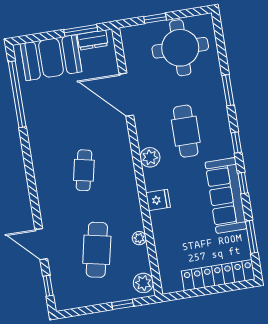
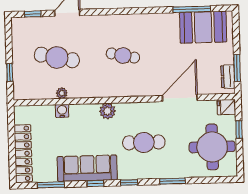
booth: (51, 58) -> (203, 27), moved, turned 90
window: (17, 94) -> (192, 9), width x0.68
plant: (150, 157) -> (107, 111), moved
fridge: (158, 200) -> (226, 107), moved, turned 90
water cooler: (161, 235) -> (62, 111), added
plant: (143, 283) -> (25, 92), removed

